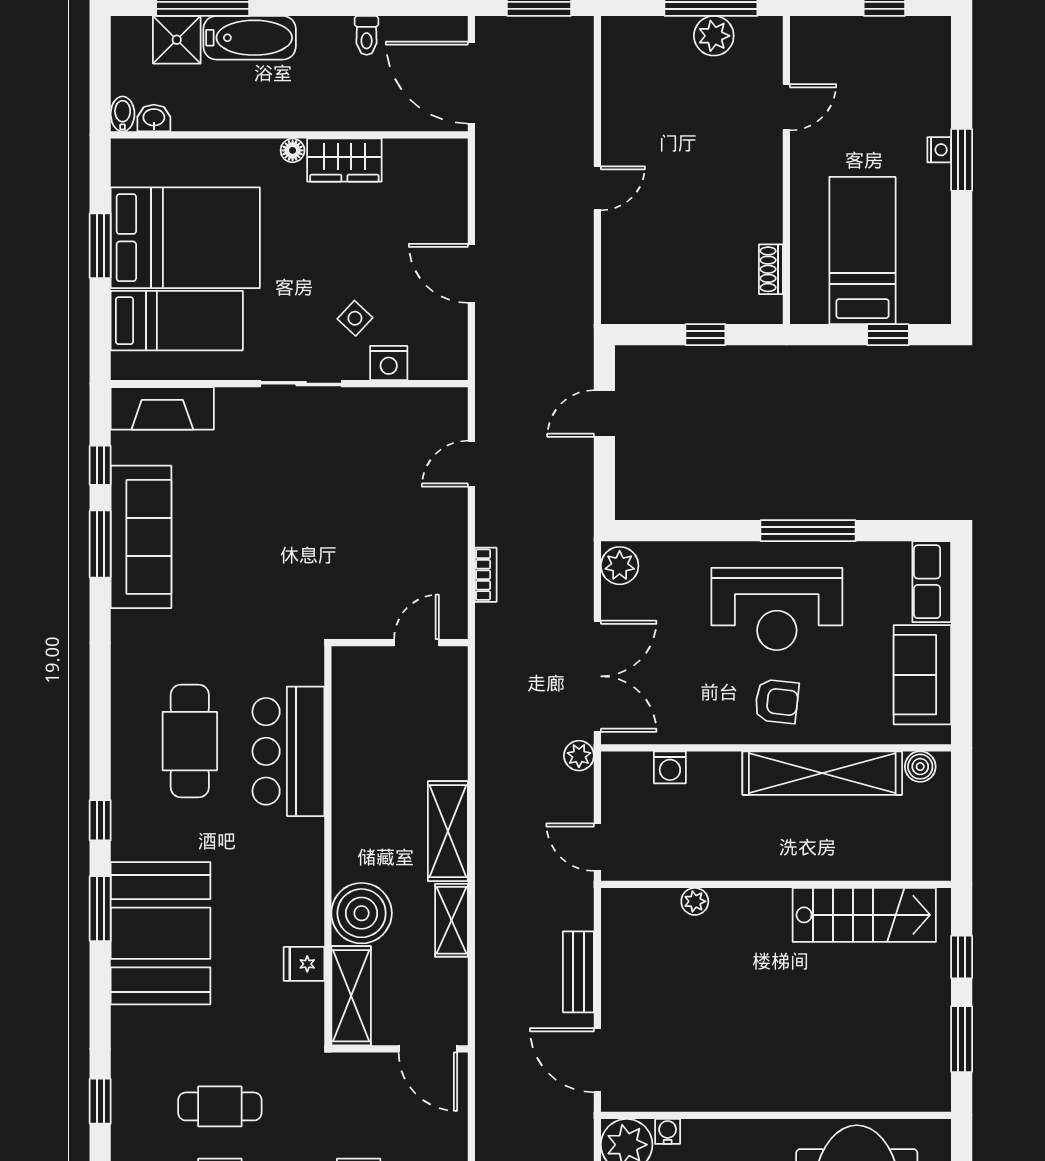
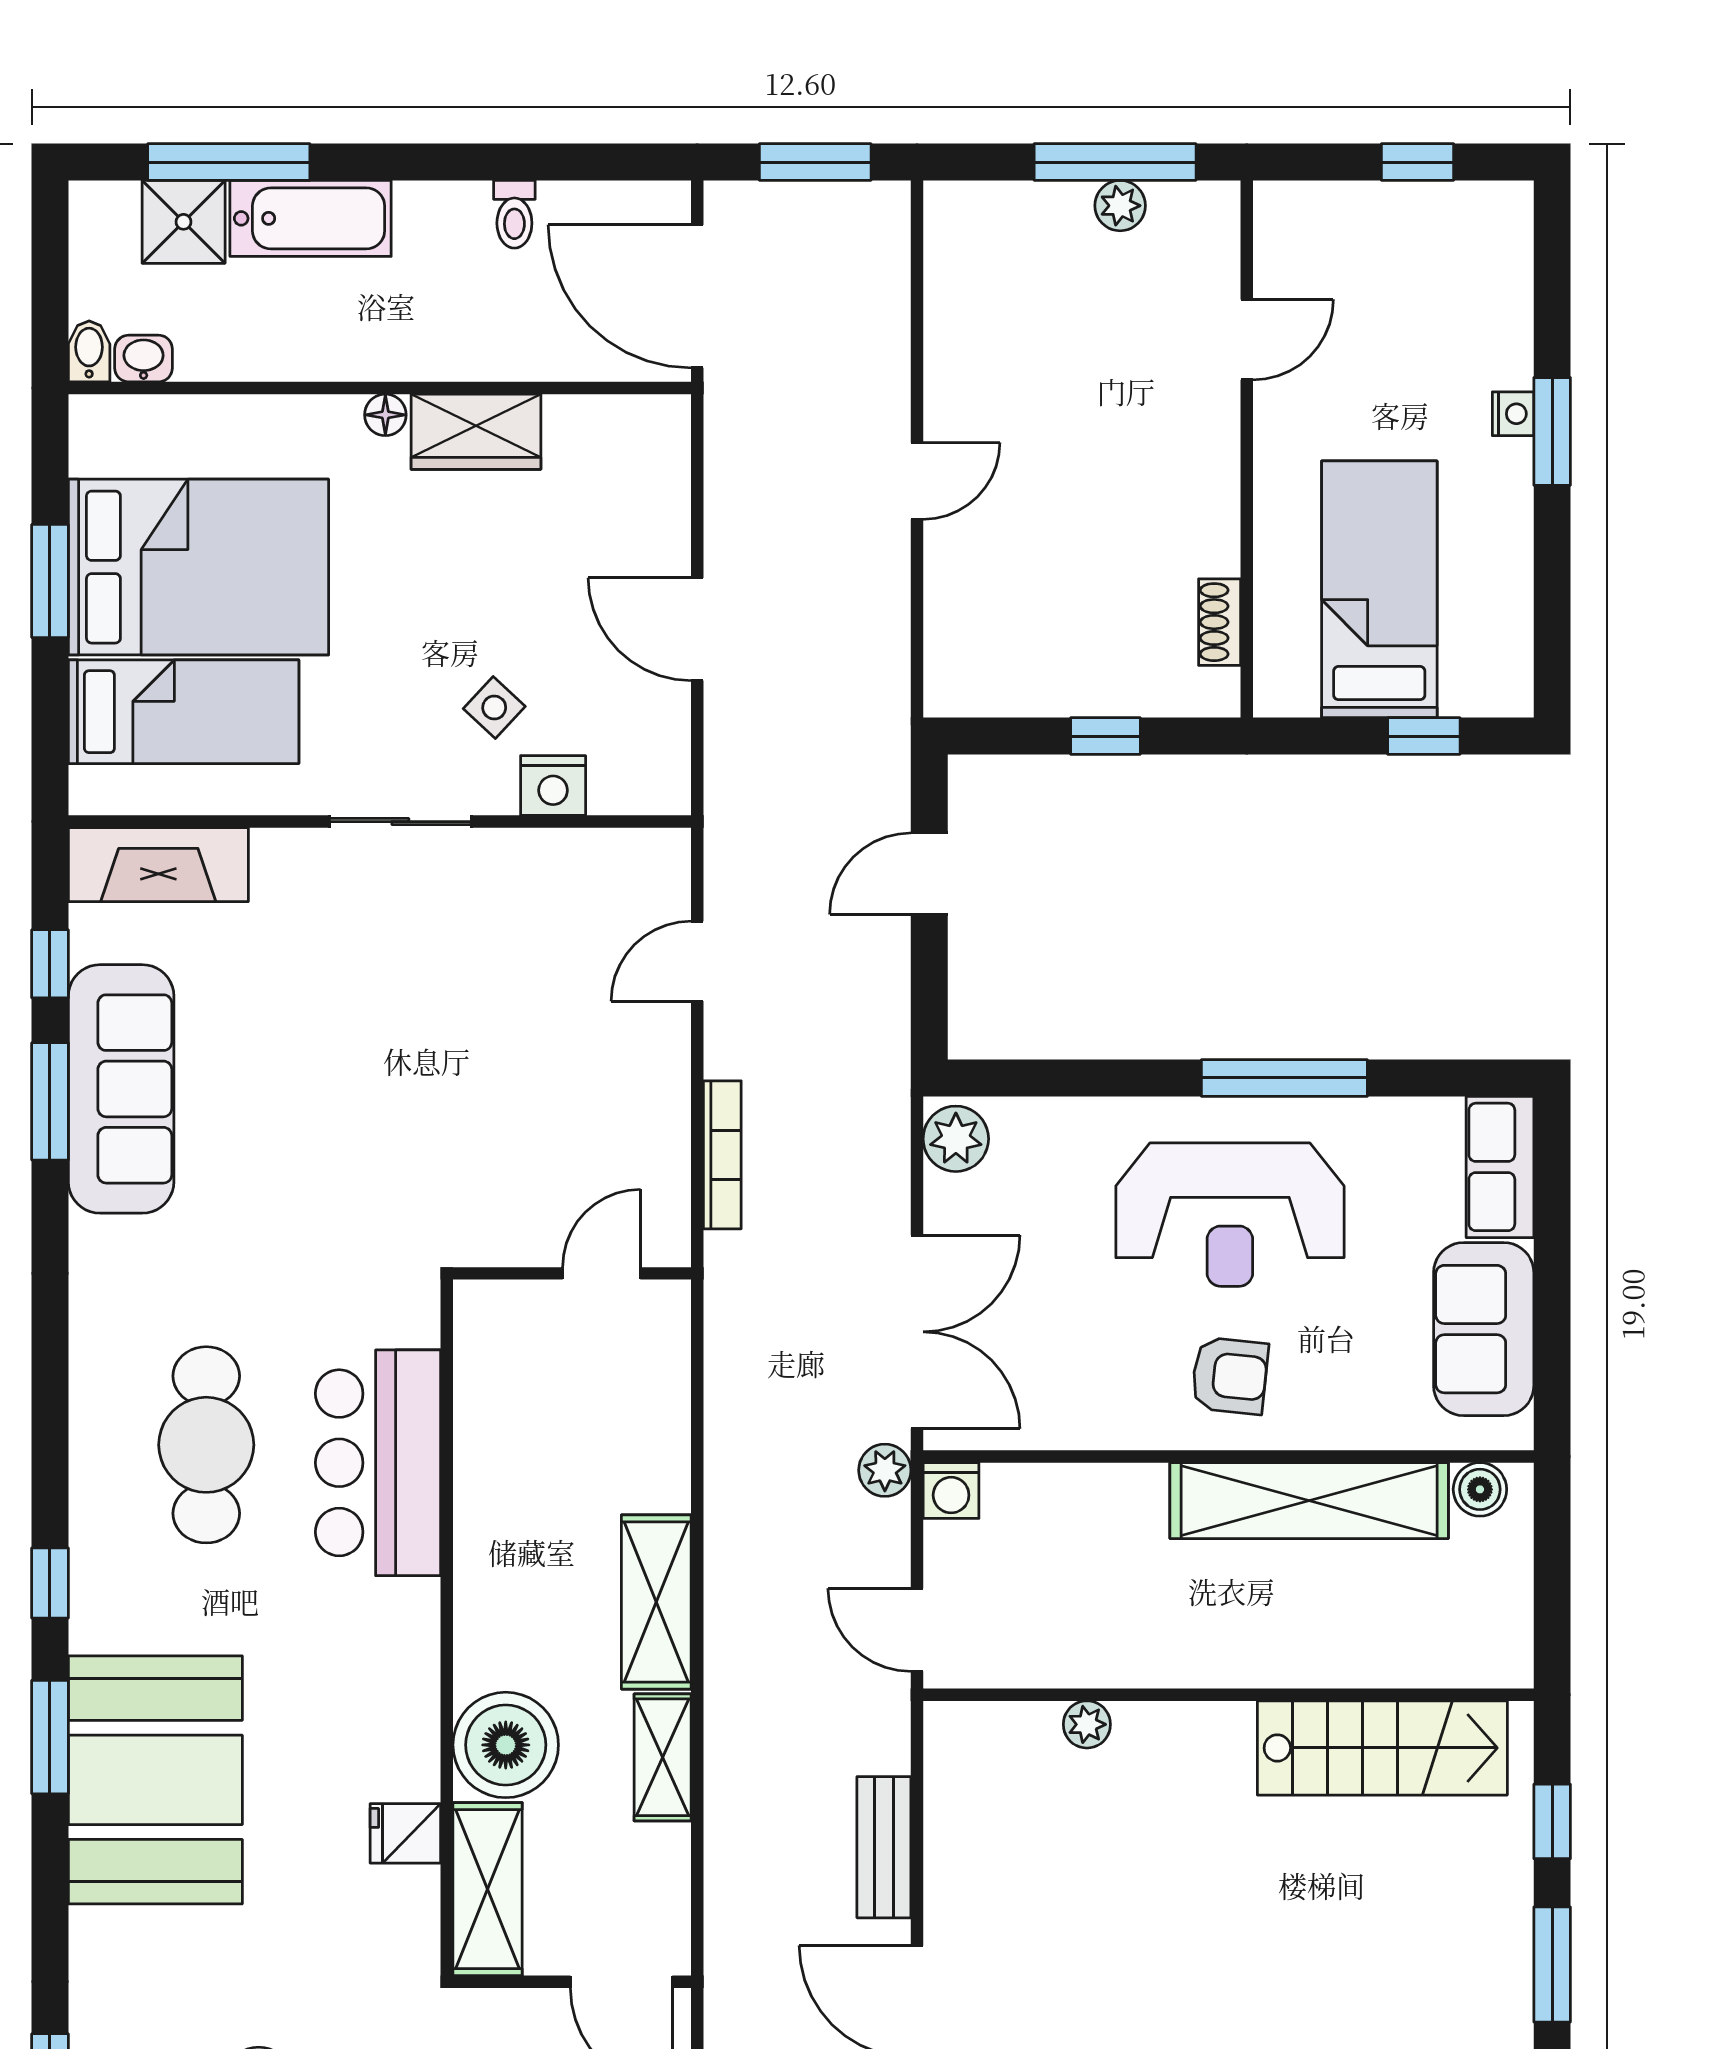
plant: (714, 36) -> (1120, 206), width x0.73, depth x0.73
bookcase: (486, 575) -> (722, 1155), width x1.56
washing machine: (670, 767) -> (951, 1491), moved

